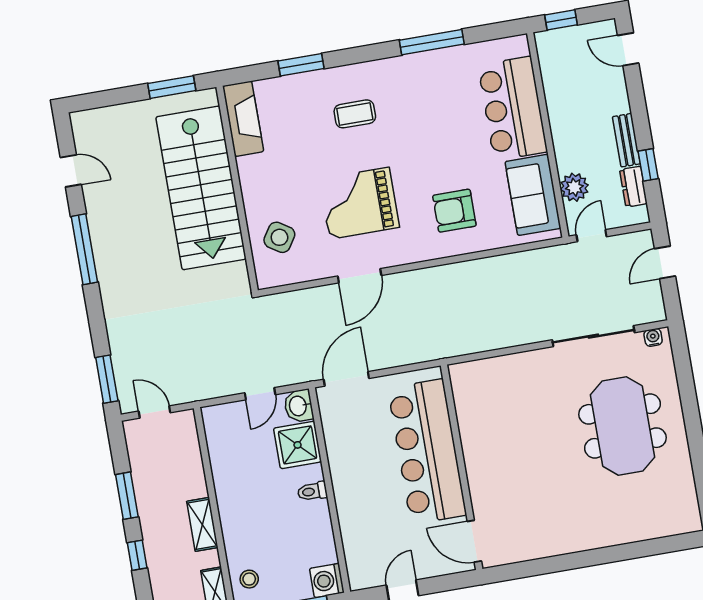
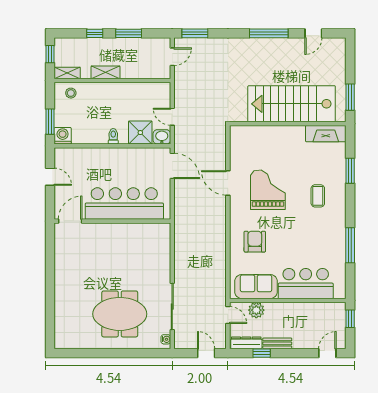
dresser: (633, 187) -> (246, 343), width x1.44
side table: (279, 237) -> (257, 142), removed

